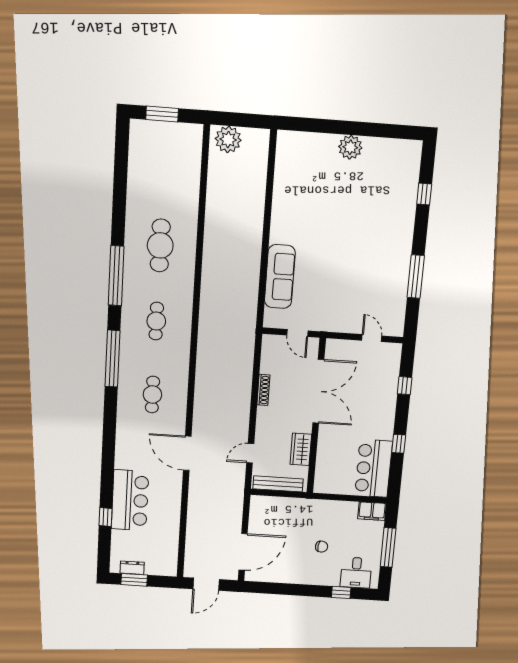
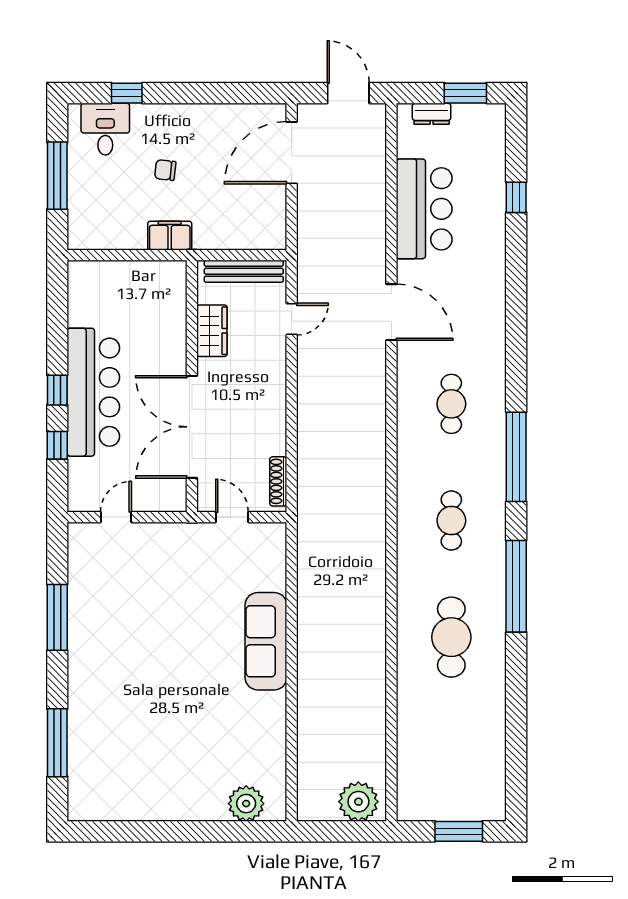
plant: (350, 147) -> (246, 804), moved
window: (424, 194) -> (57, 743), width x2.17
sofa: (280, 277) -> (266, 641), moved
door: (372, 338) -> (116, 517), swing flipped
shoe rack: (263, 390) -> (278, 481), moved
window: (399, 444) -> (57, 390), moved
bar counter: (374, 468) -> (93, 392), moved, width x1.36
bar counter: (130, 500) -> (424, 209), moved, turned 180
filing cabinet: (372, 511) -> (170, 236), moved
dresser: (132, 568) -> (432, 114), moved
door: (206, 584) -> (348, 93), hinge flipped

